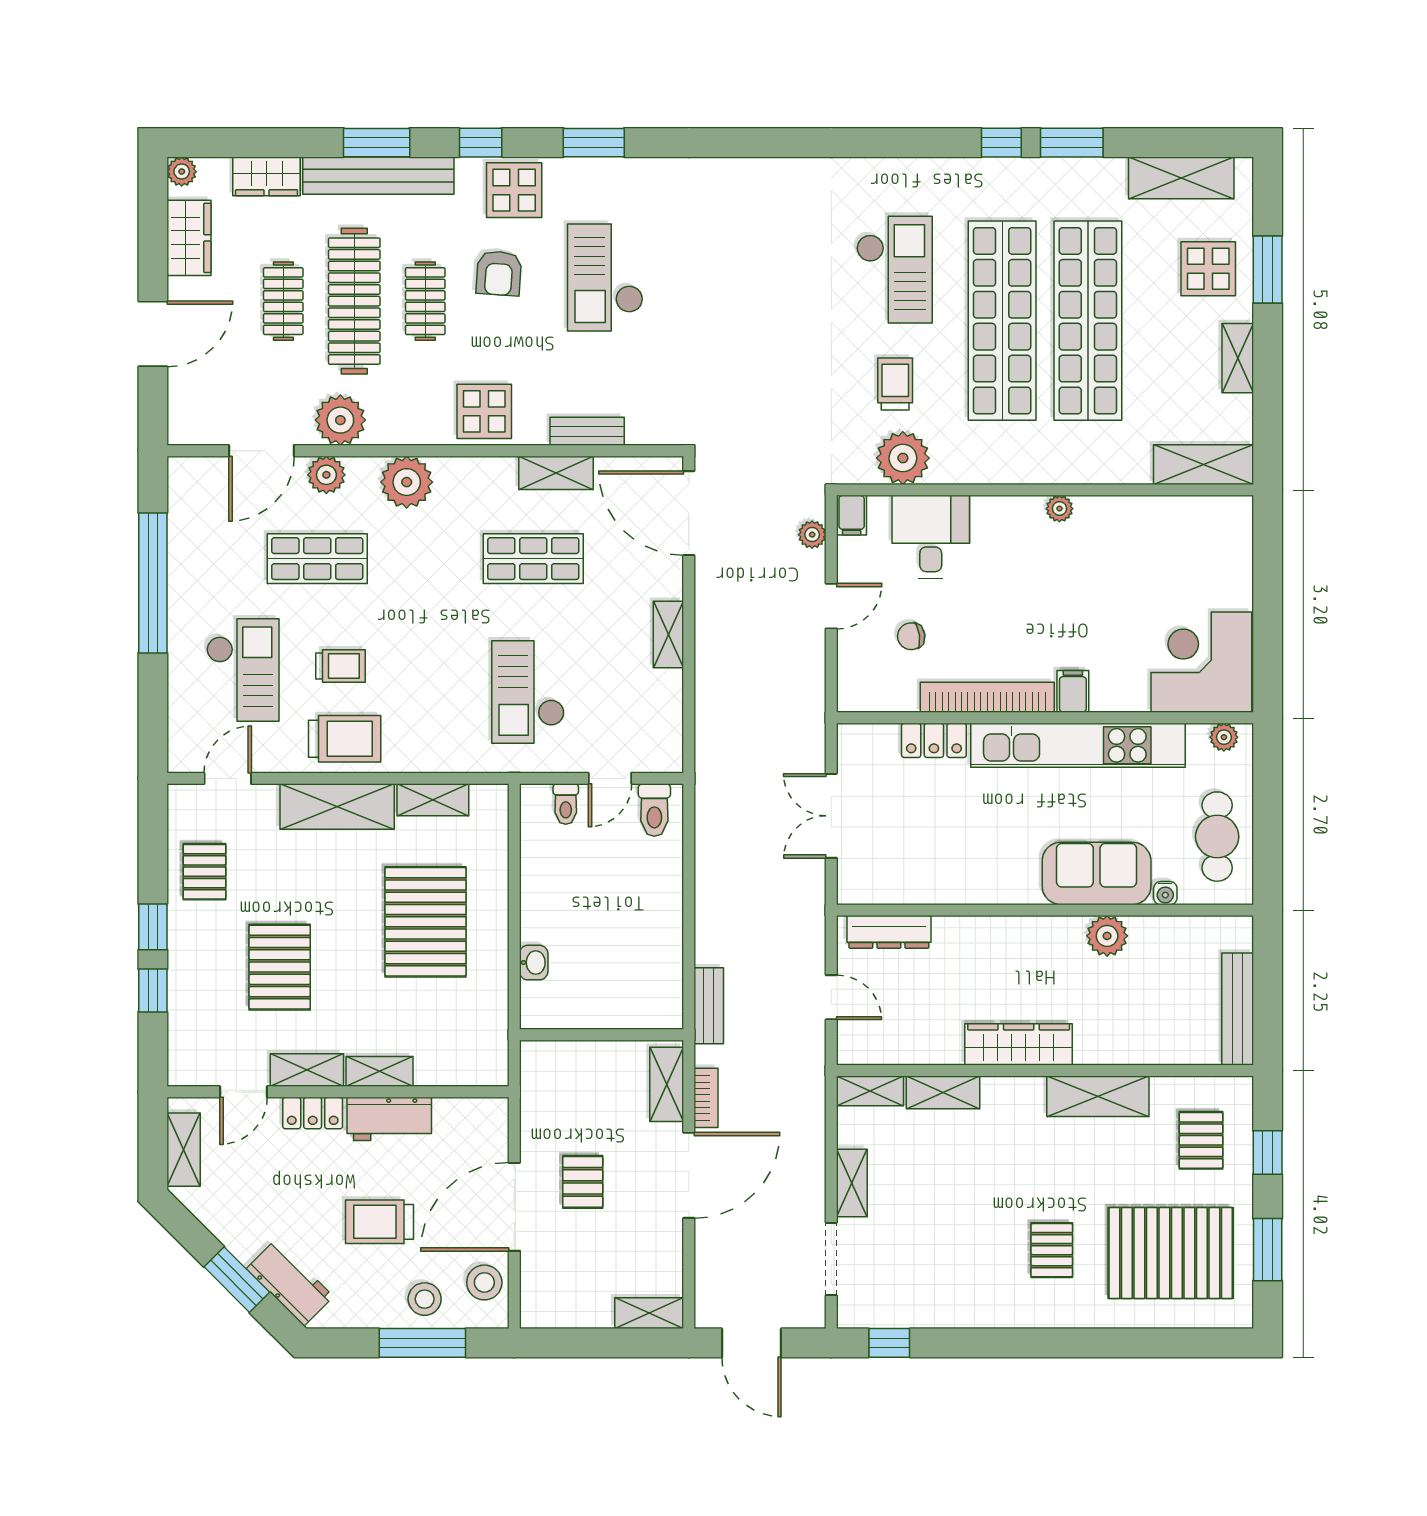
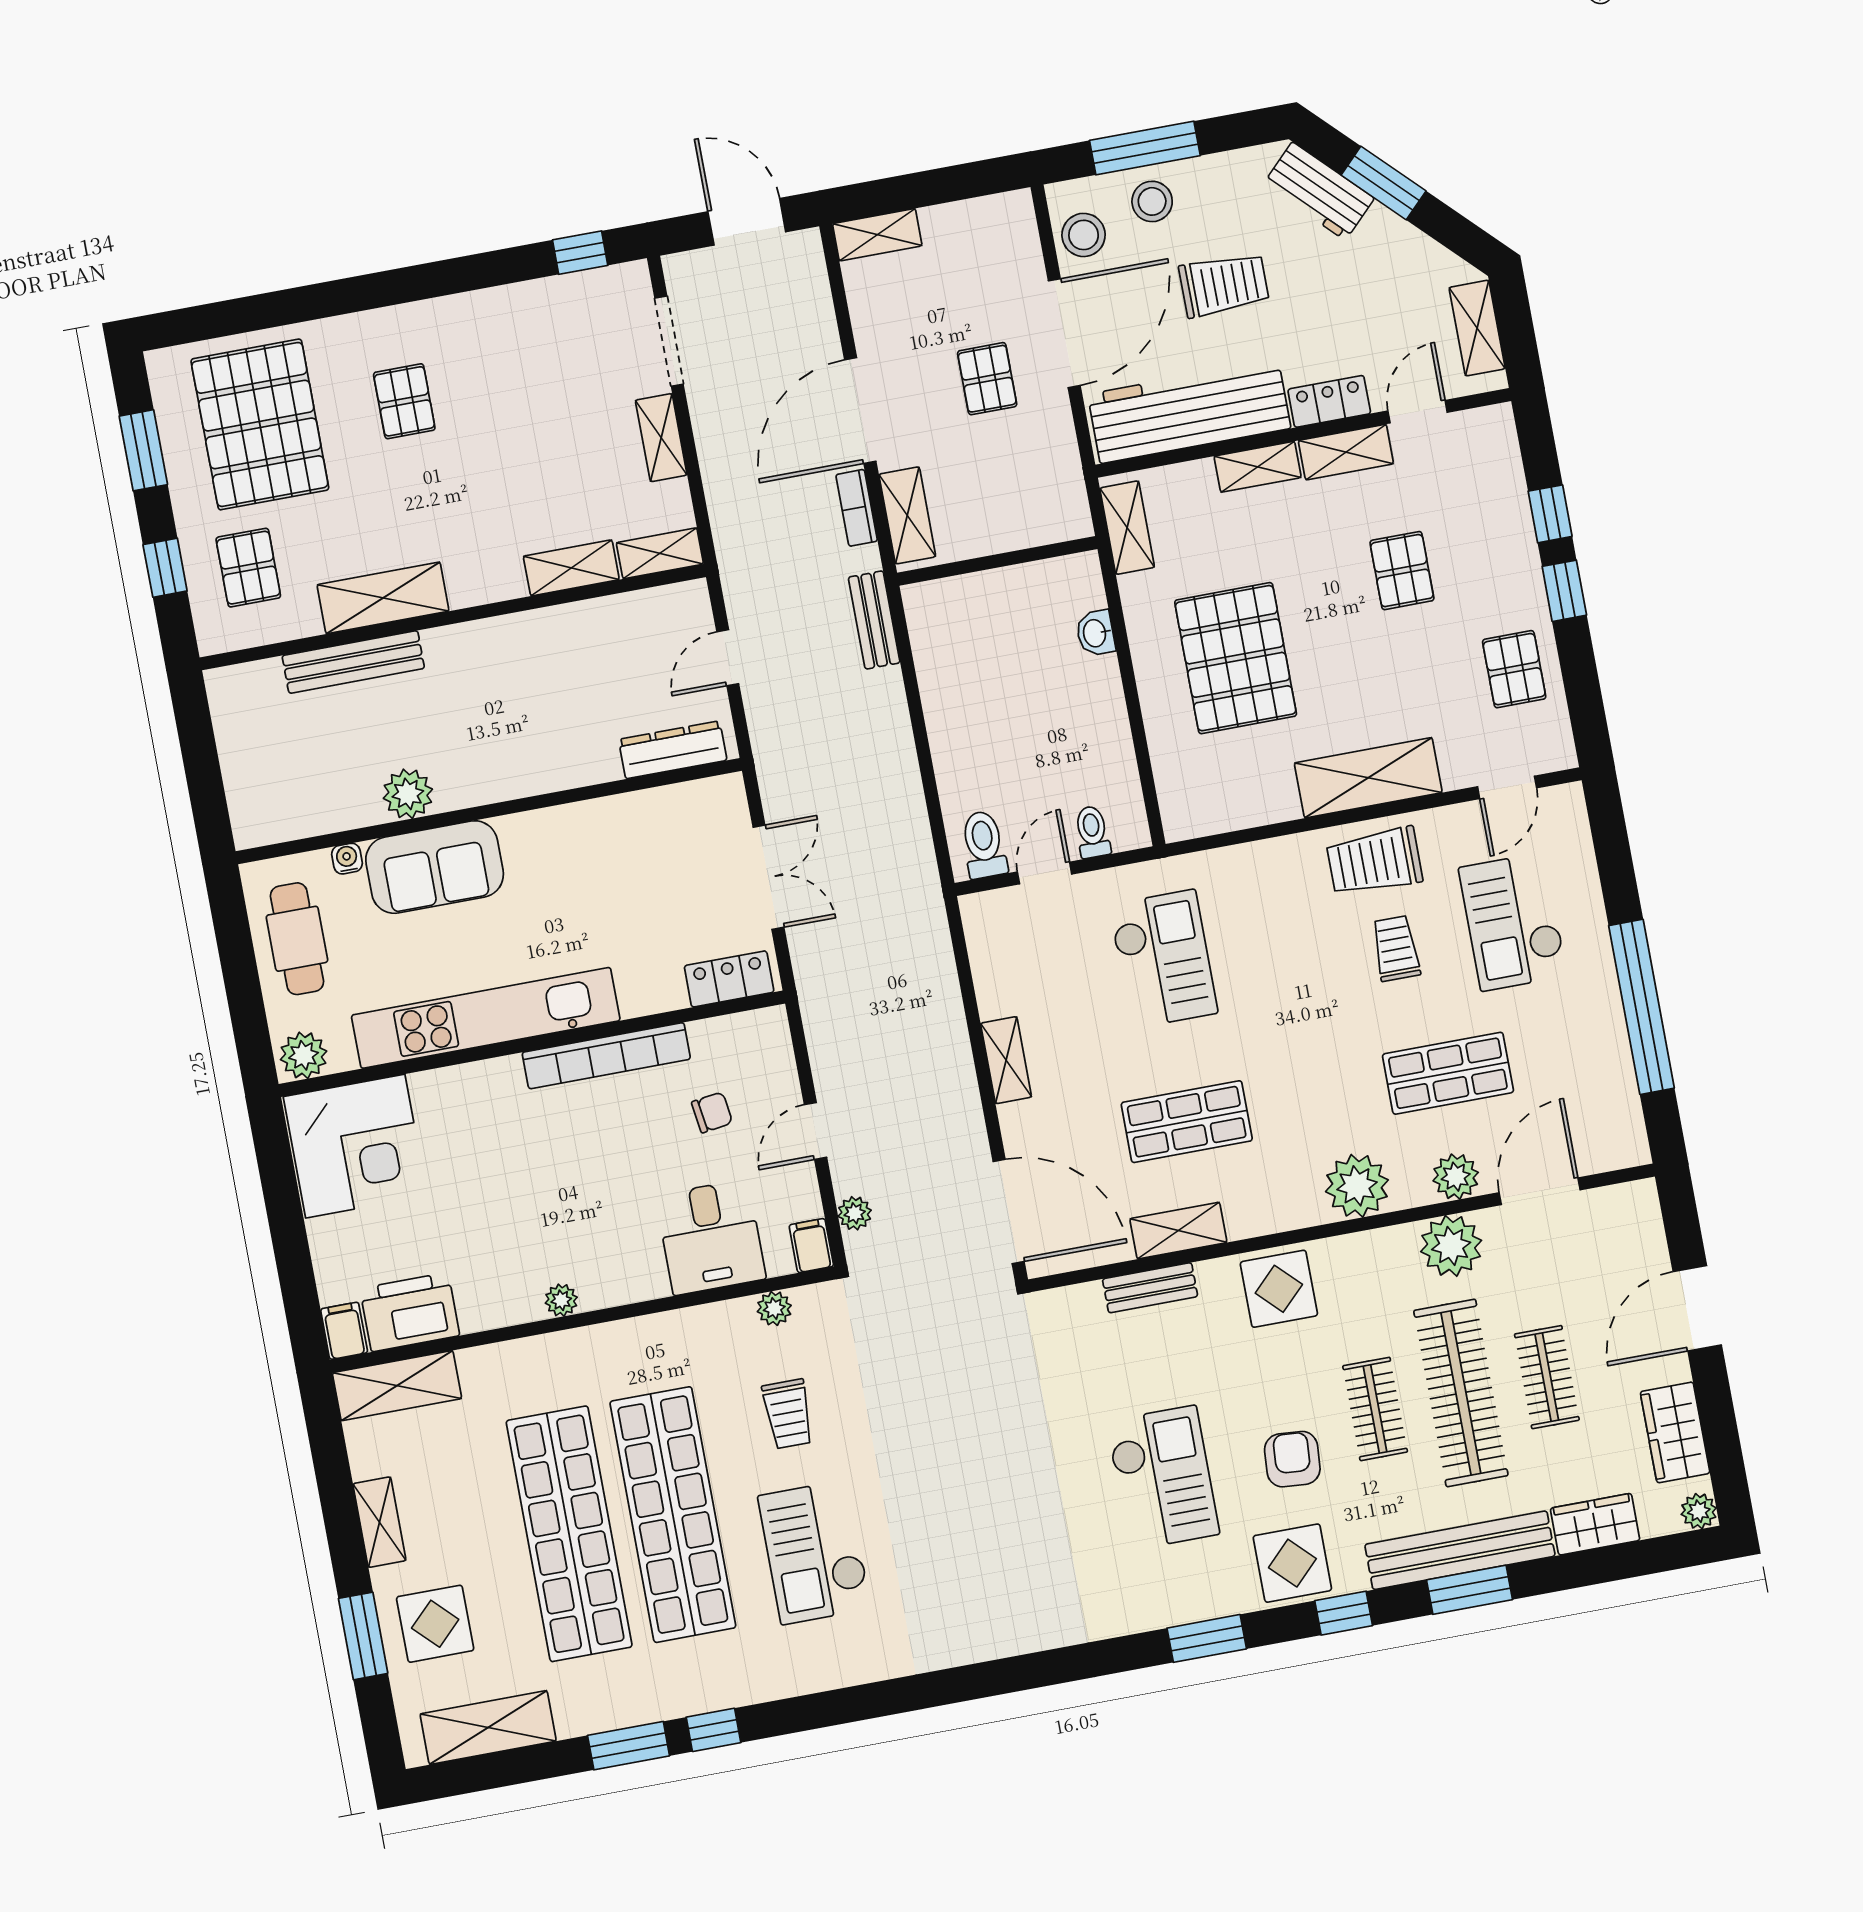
plant: (903, 458) -> (774, 1308), width x0.53, depth x0.53
printer: (1182, 522) -> (410, 1312), added
trolley: (340, 666) -> (1396, 948), turned 90
filing cabinet: (1073, 691) -> (344, 1331), moved, turned 180
plant: (1224, 737) -> (304, 1055), width x1.38, depth x1.38
locker: (934, 740) -> (729, 979), moved
shelving: (433, 800) -> (1127, 528), moved, turned 90
pallet: (280, 967) -> (1402, 571), width x0.67, depth x0.71
door: (831, 997) -> (728, 658), hinge flipped
bench: (1238, 1009) -> (353, 662), moved, turned 90
wardrobe: (1019, 1044) -> (491, 643), removed
workbench: (389, 1119) -> (1189, 411), width x1.88, depth x1.32
pallet: (1171, 1253) -> (260, 424), turned 90

